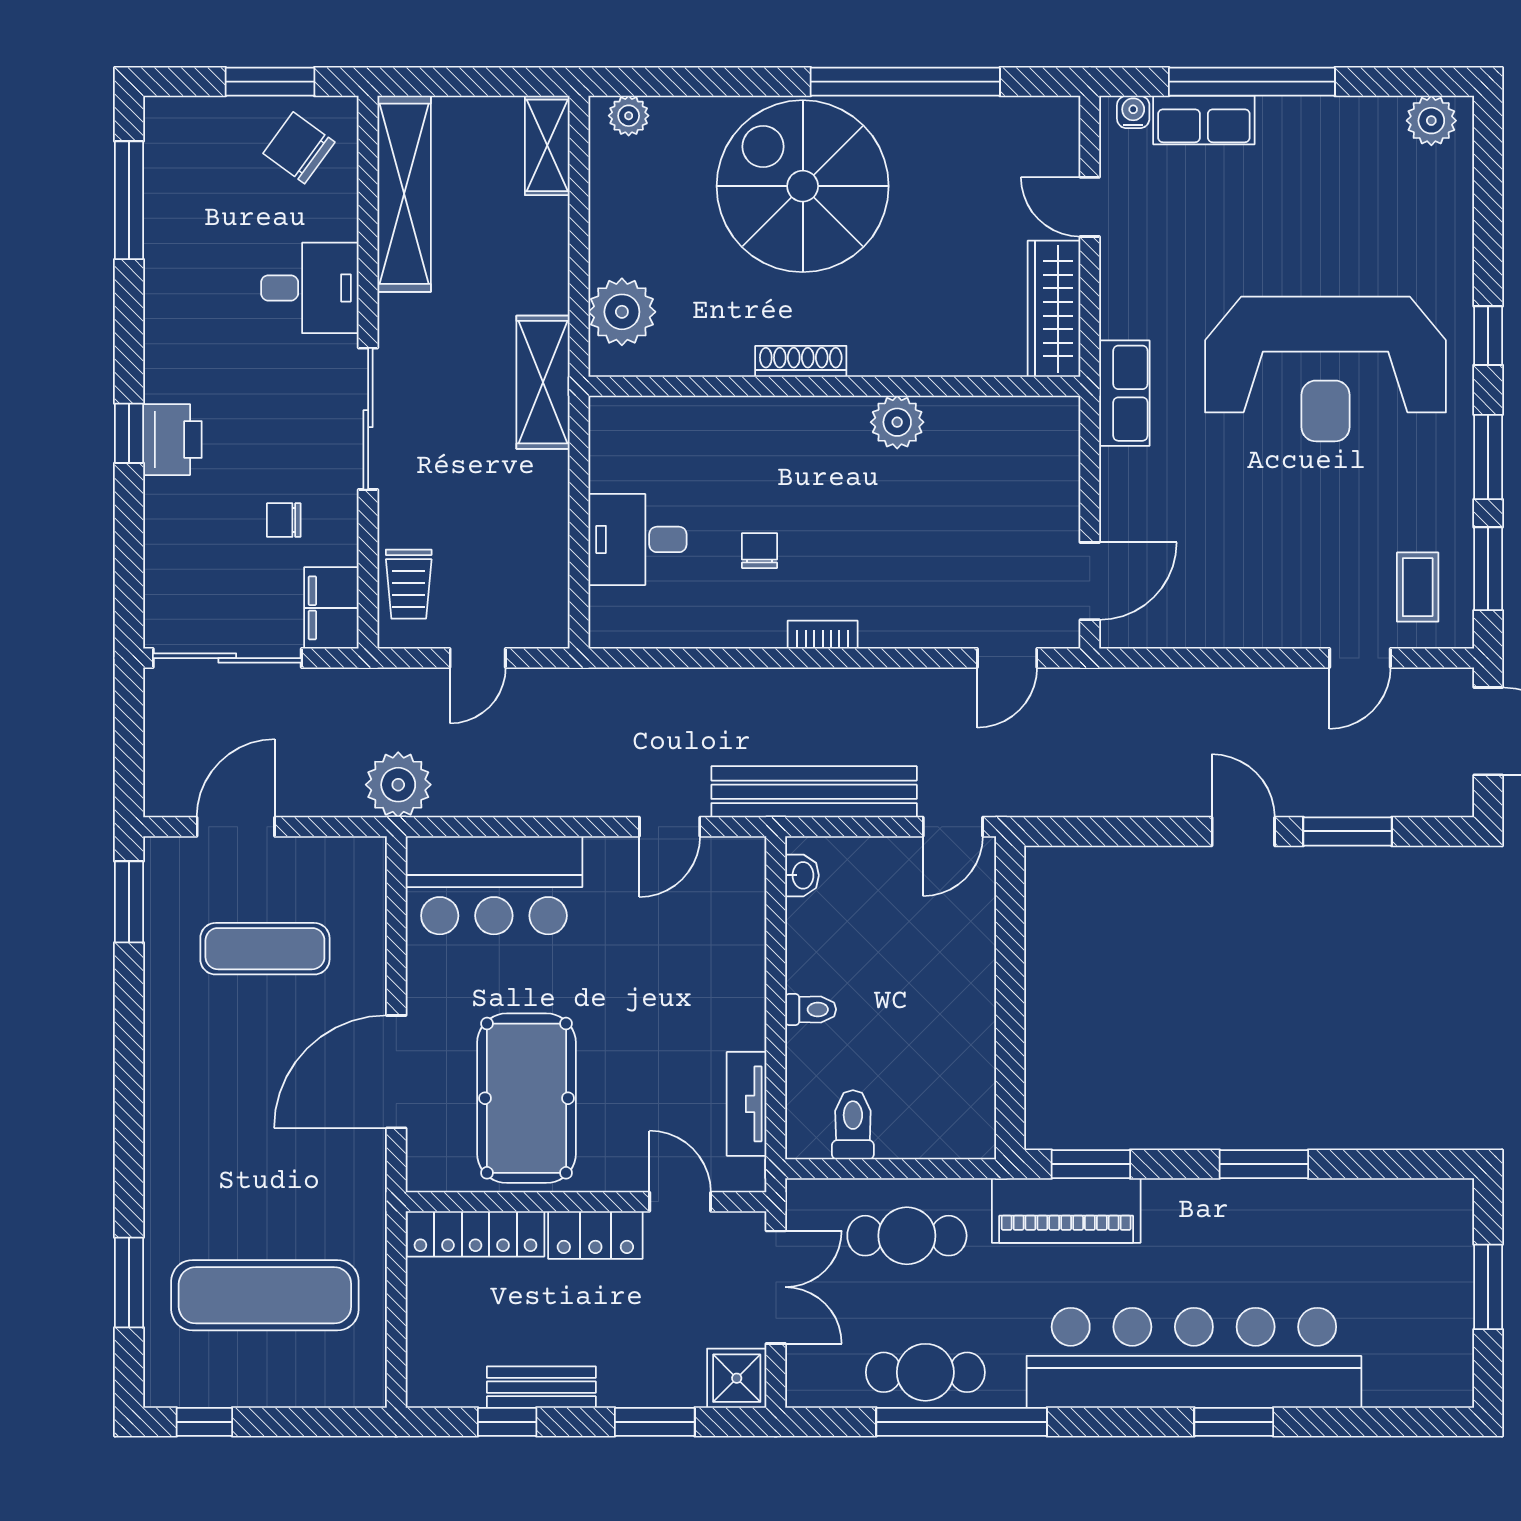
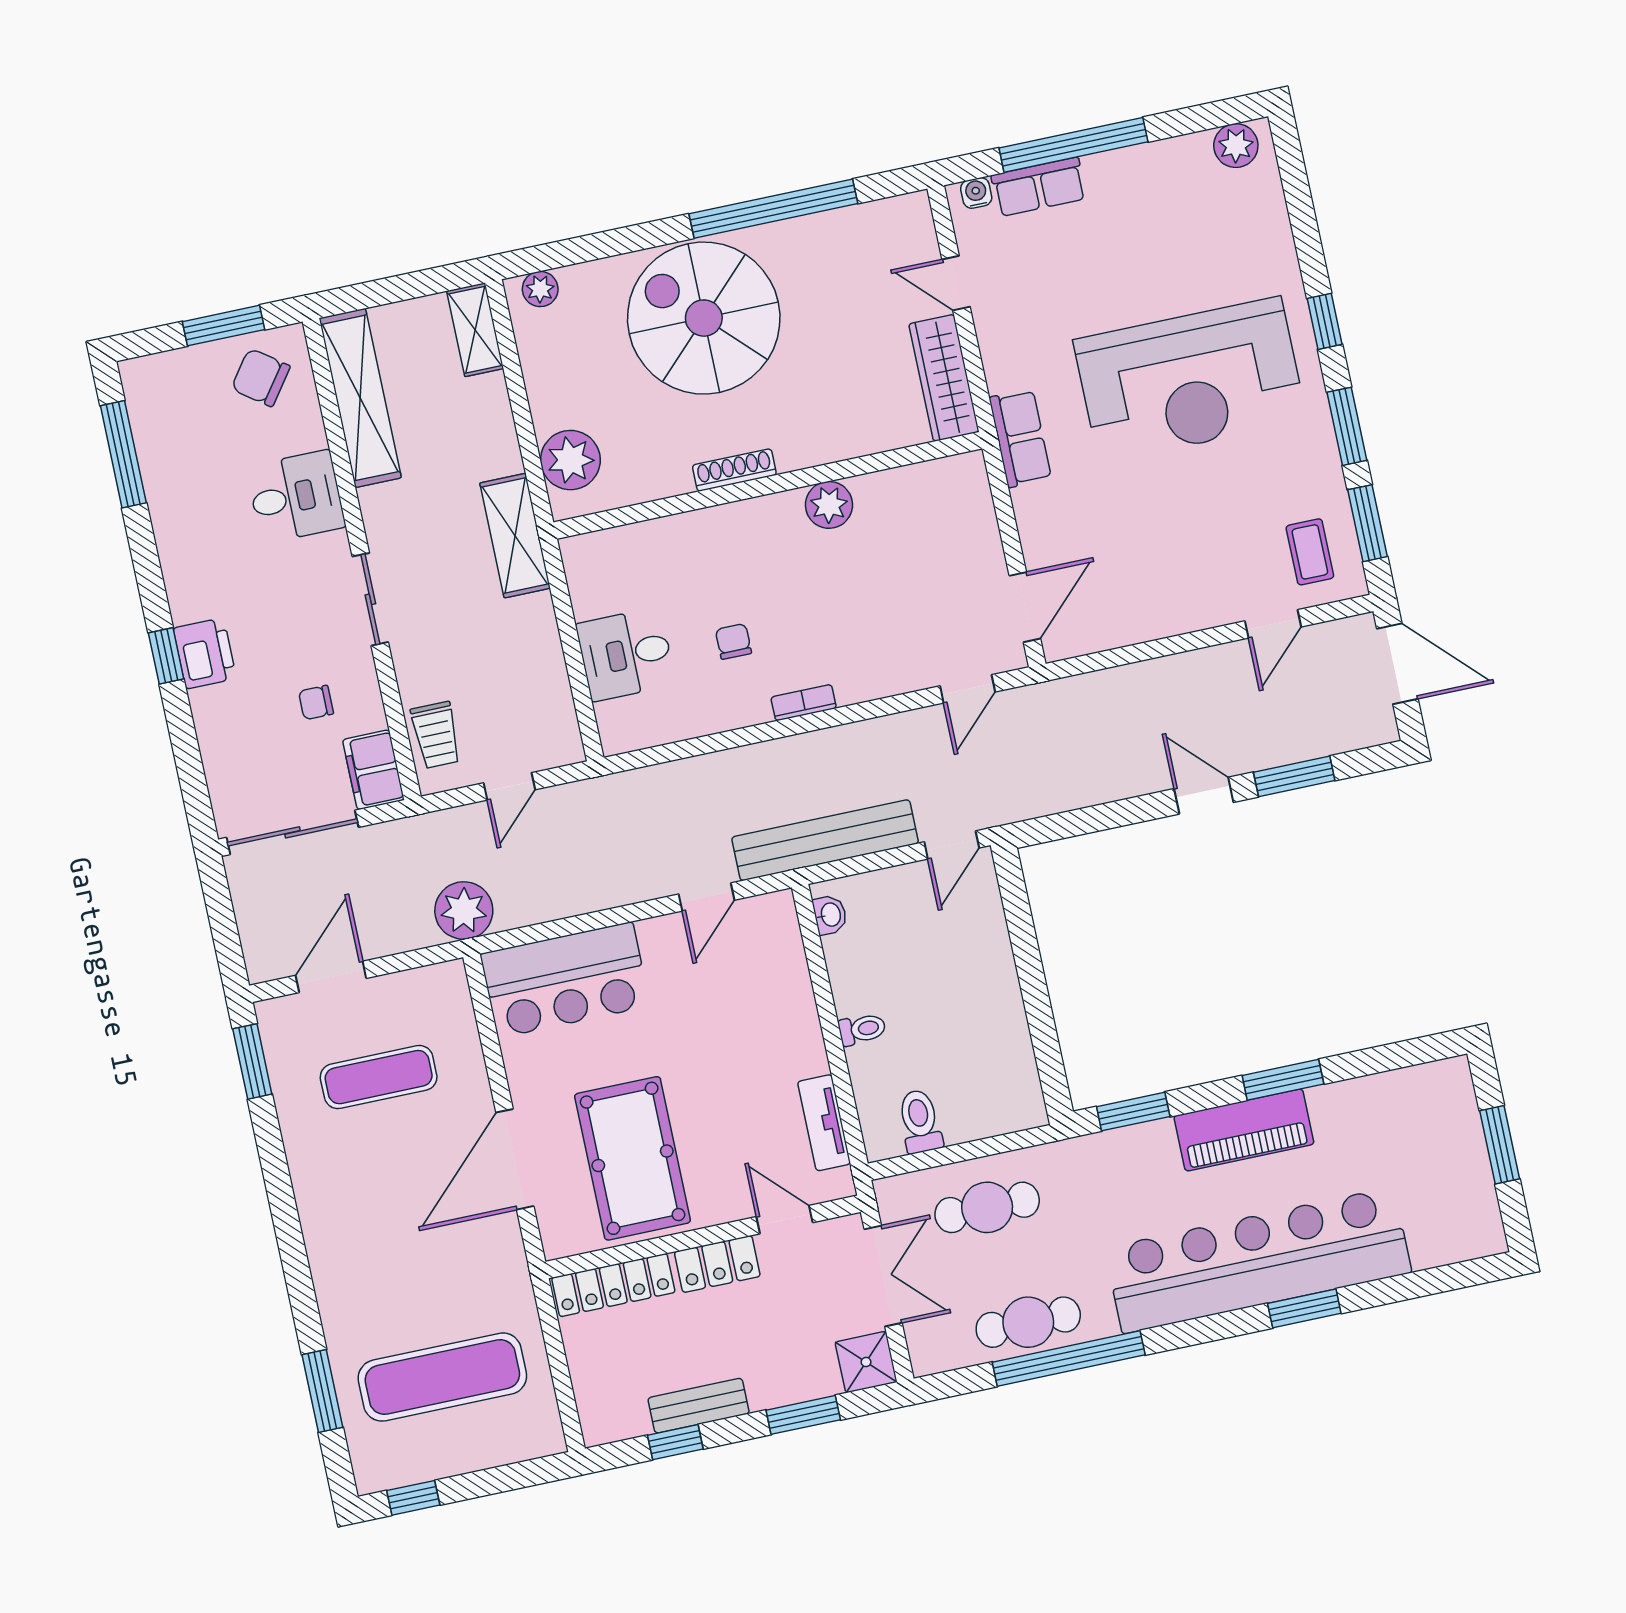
sliding door: (368, 419) -> (370, 599), width x0.73
piano: (1066, 1211) -> (1244, 1130), moved

